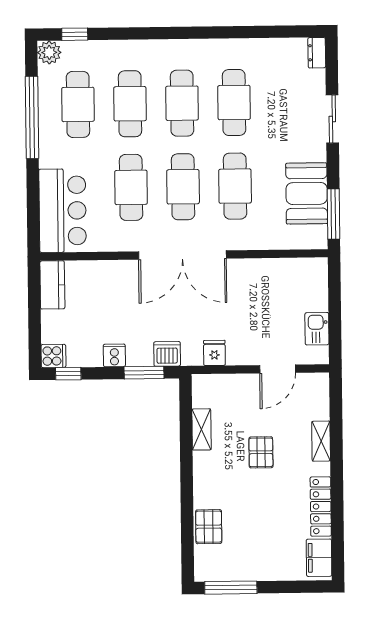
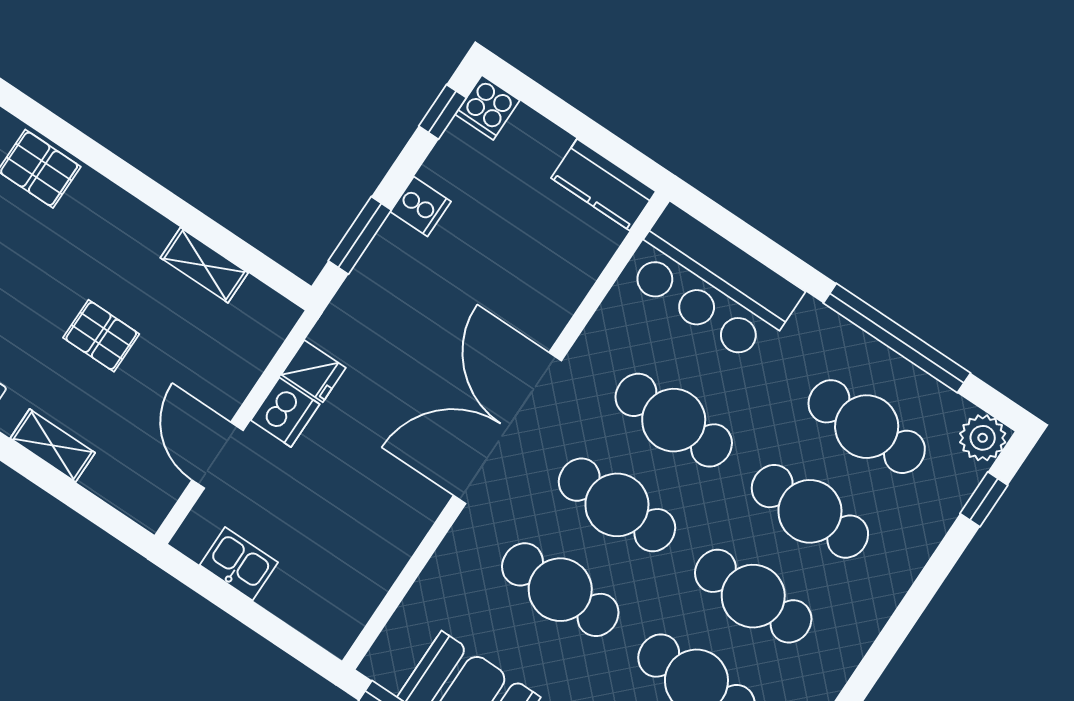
dishwasher: (167, 354) -> (285, 412), moved

